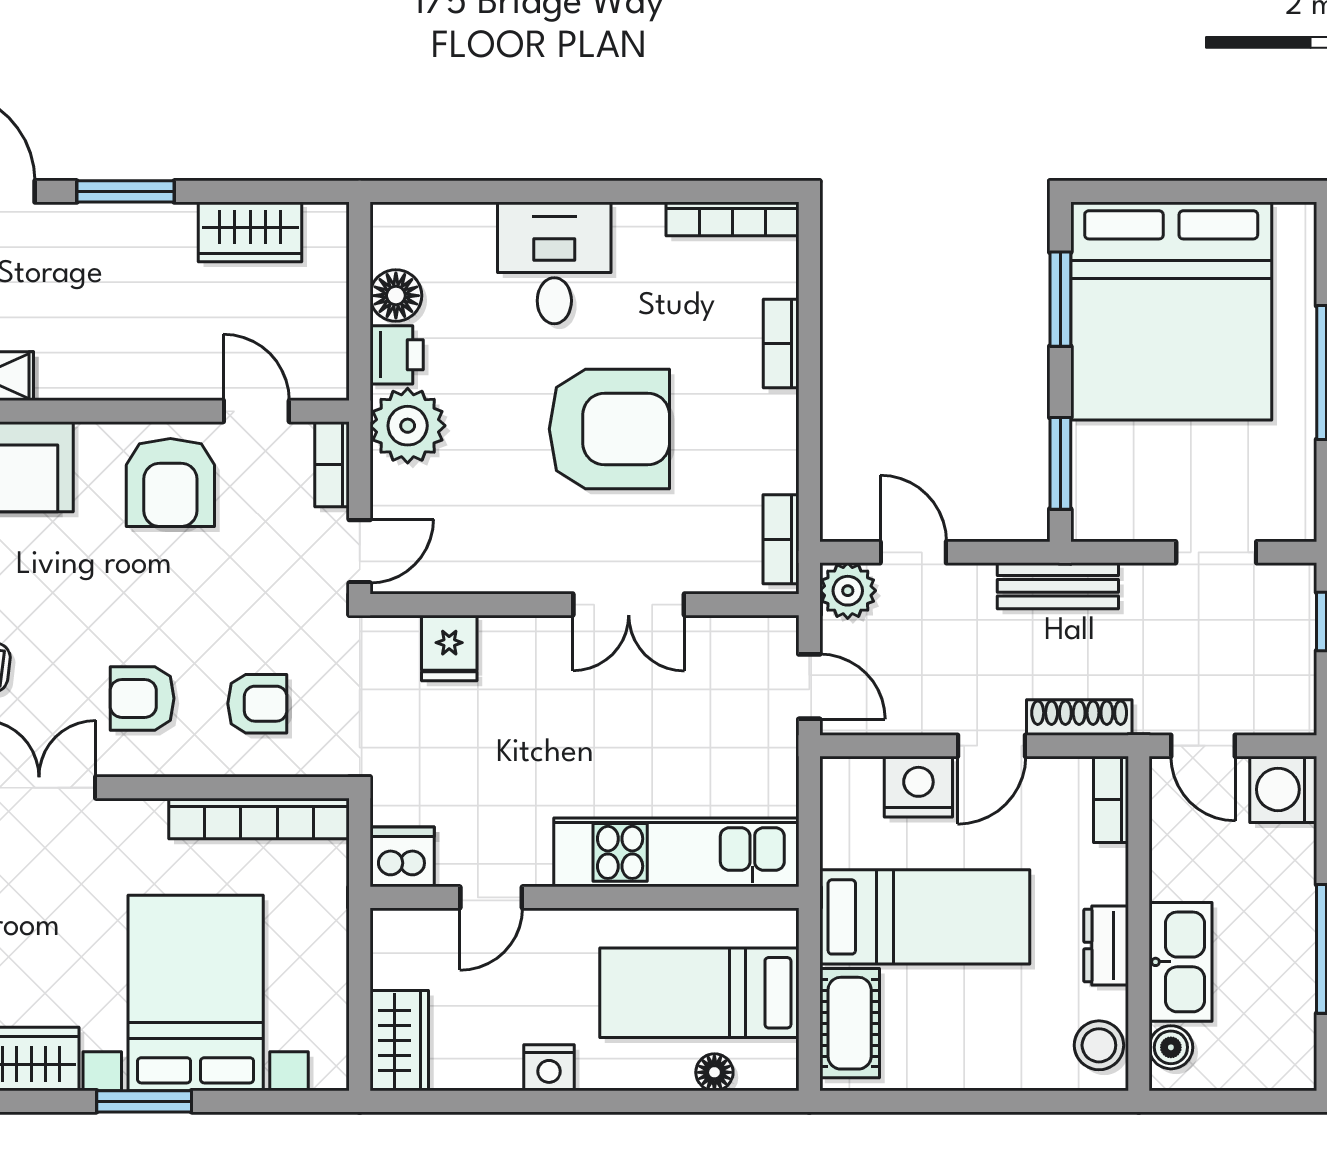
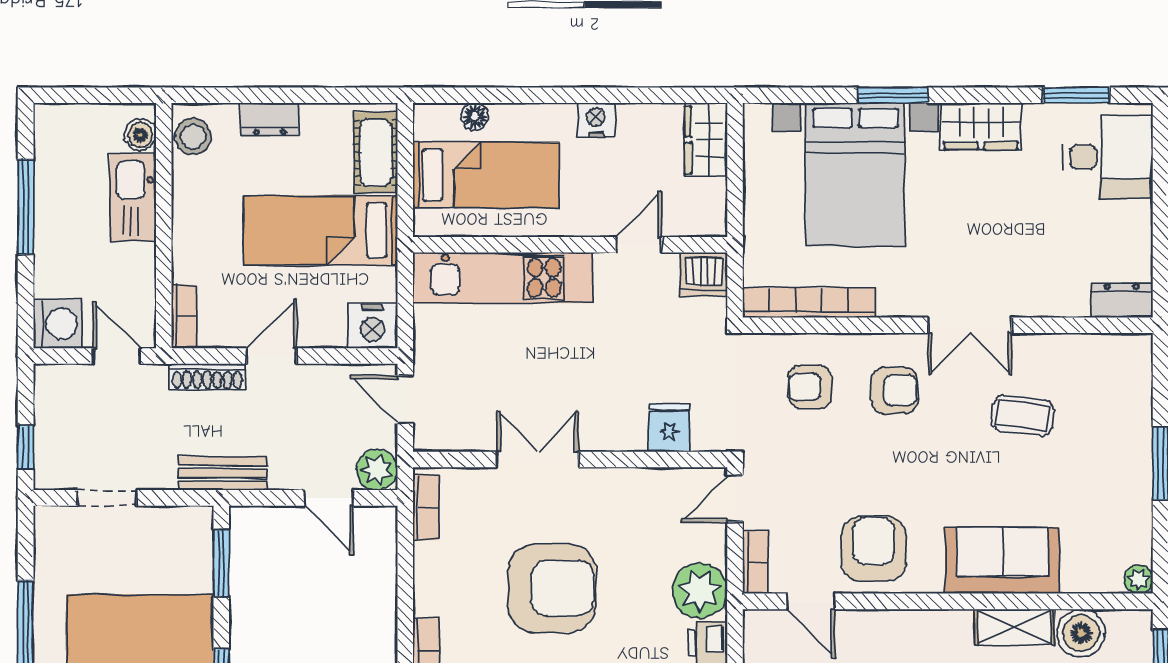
armchair: (609, 429) -> (552, 588), turned 180
nightstand: (918, 787) -> (373, 326), moved
dresser: (1106, 946) -> (270, 119), moved, turned 90

